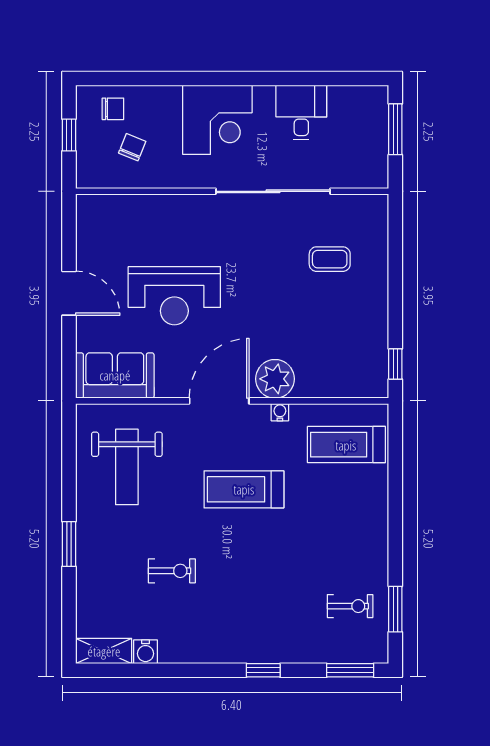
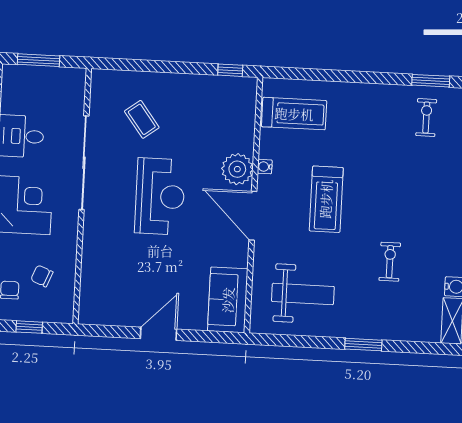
coffee table: (330, 259) -> (142, 119), turned -37
reception desk: (174, 296) -> (160, 196), moved
treadmill: (346, 445) -> (294, 114), turned -90

